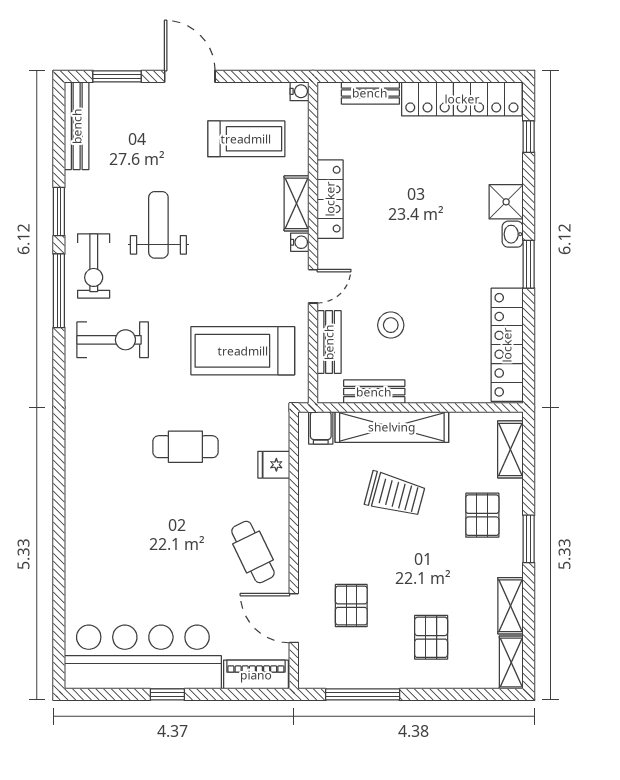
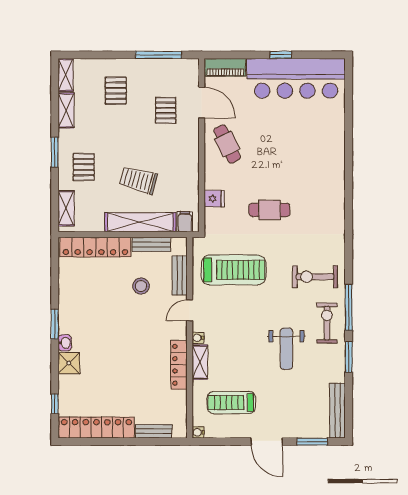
locker: (507, 345) -> (95, 247), moved, turned 90

